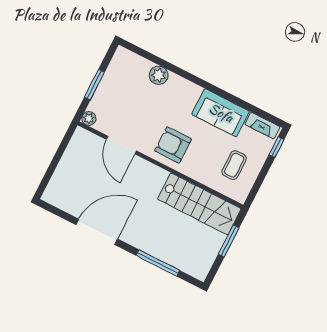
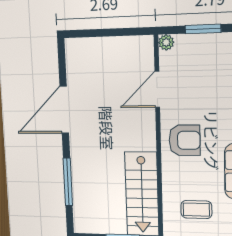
armchair: (173, 145) -> (184, 140), turned 90
door: (97, 232) -> (64, 110), swing flipped

